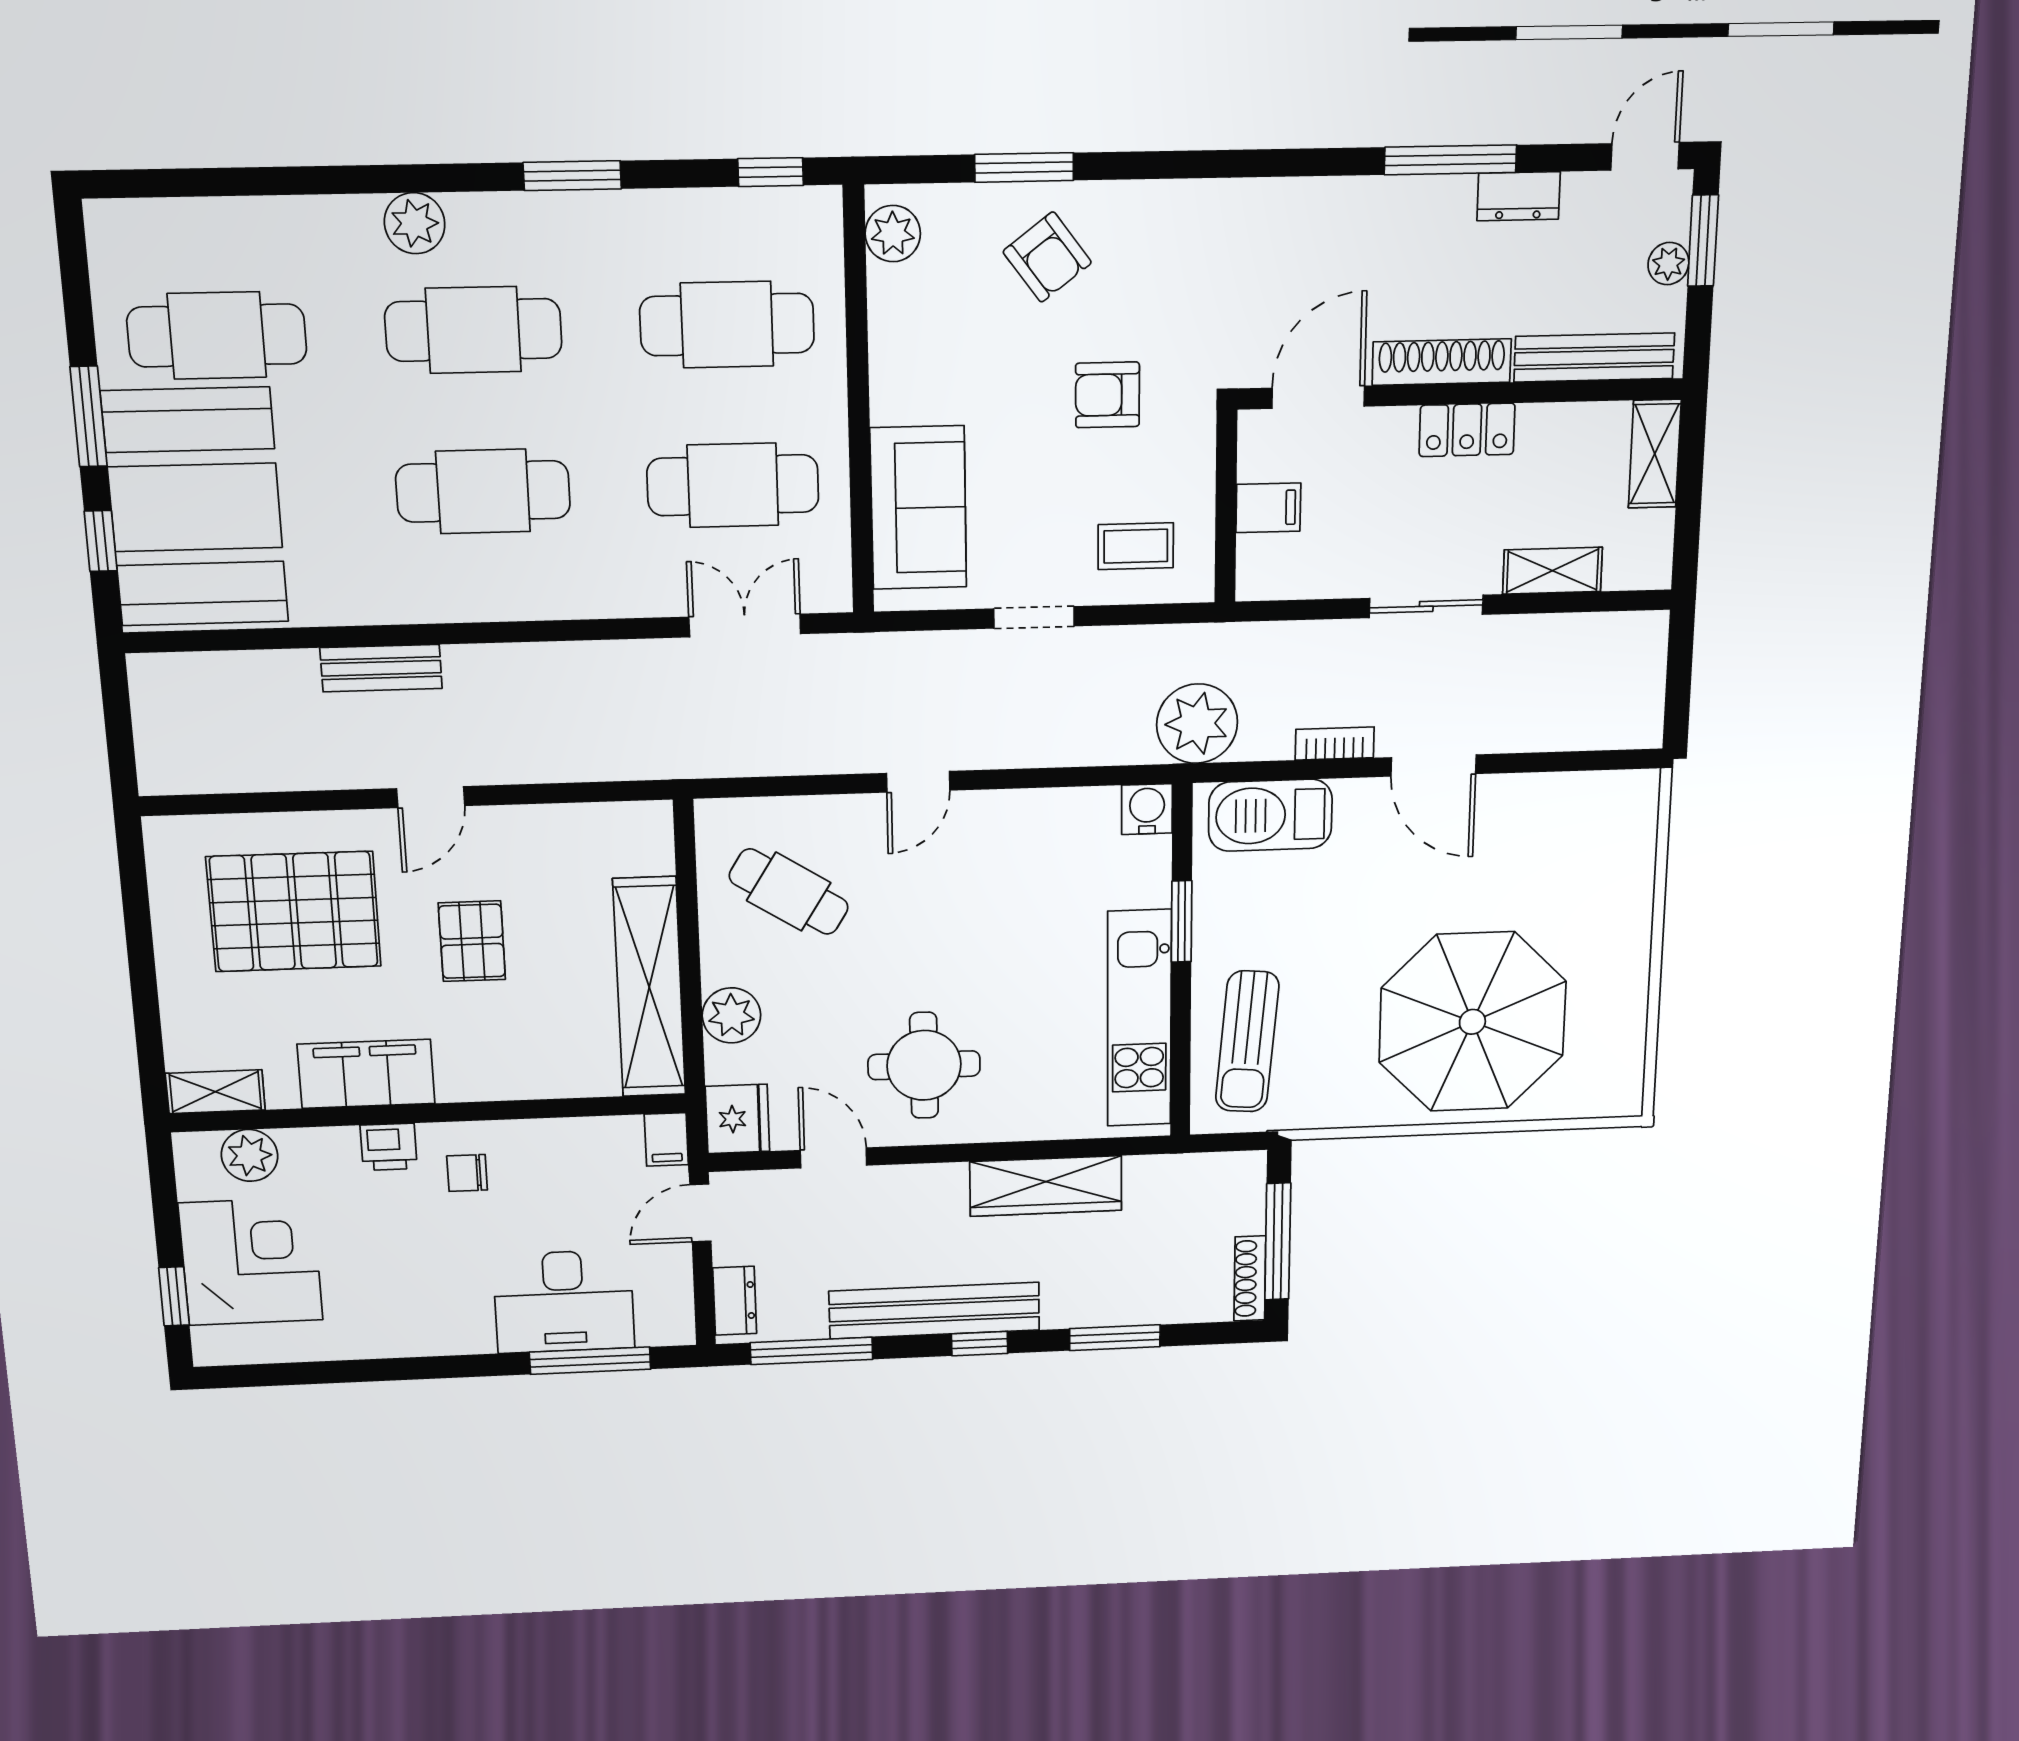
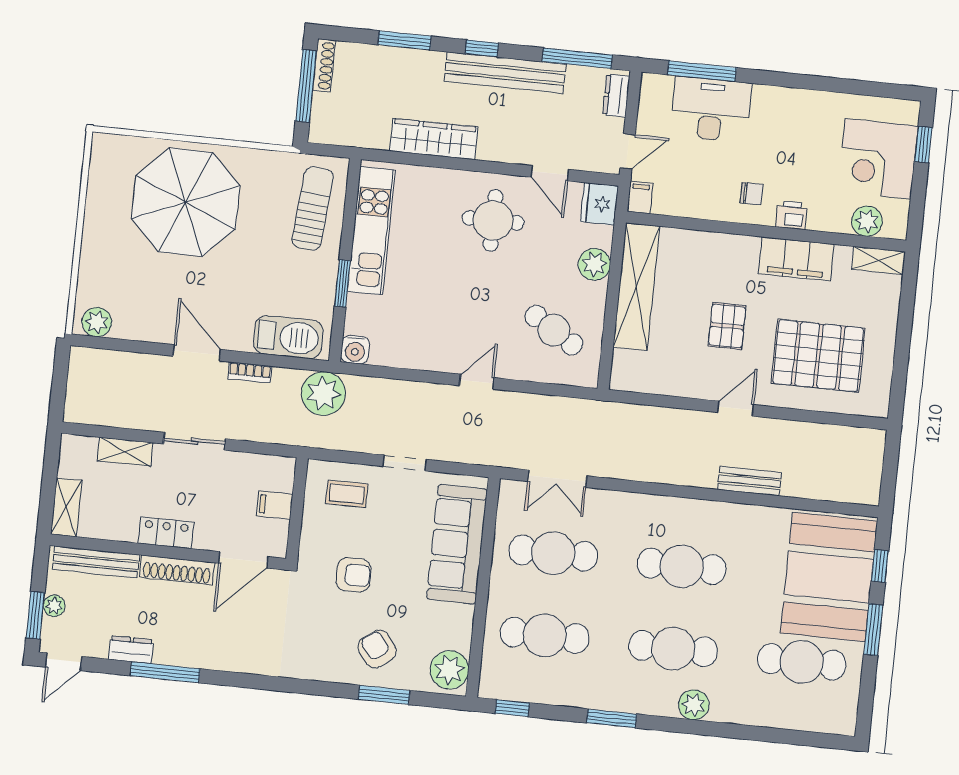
plant: (893, 234) -> (449, 670), width x1.36, depth x1.36
sofa: (918, 508) -> (457, 544), width x1.36
plant: (1617, 796) -> (97, 322), added

